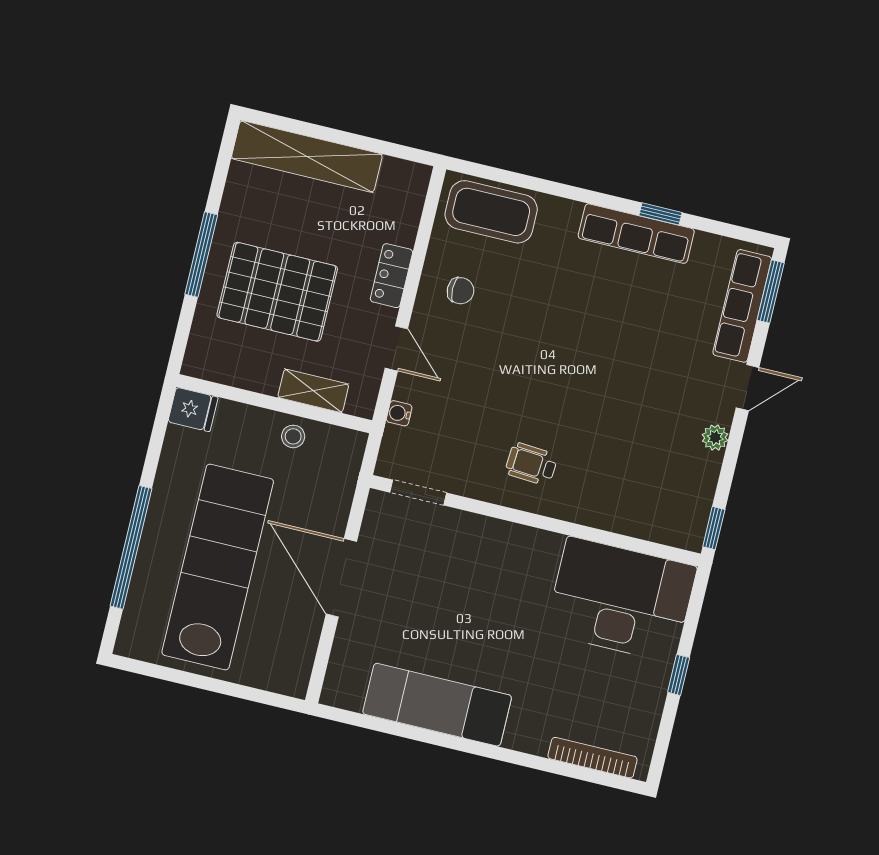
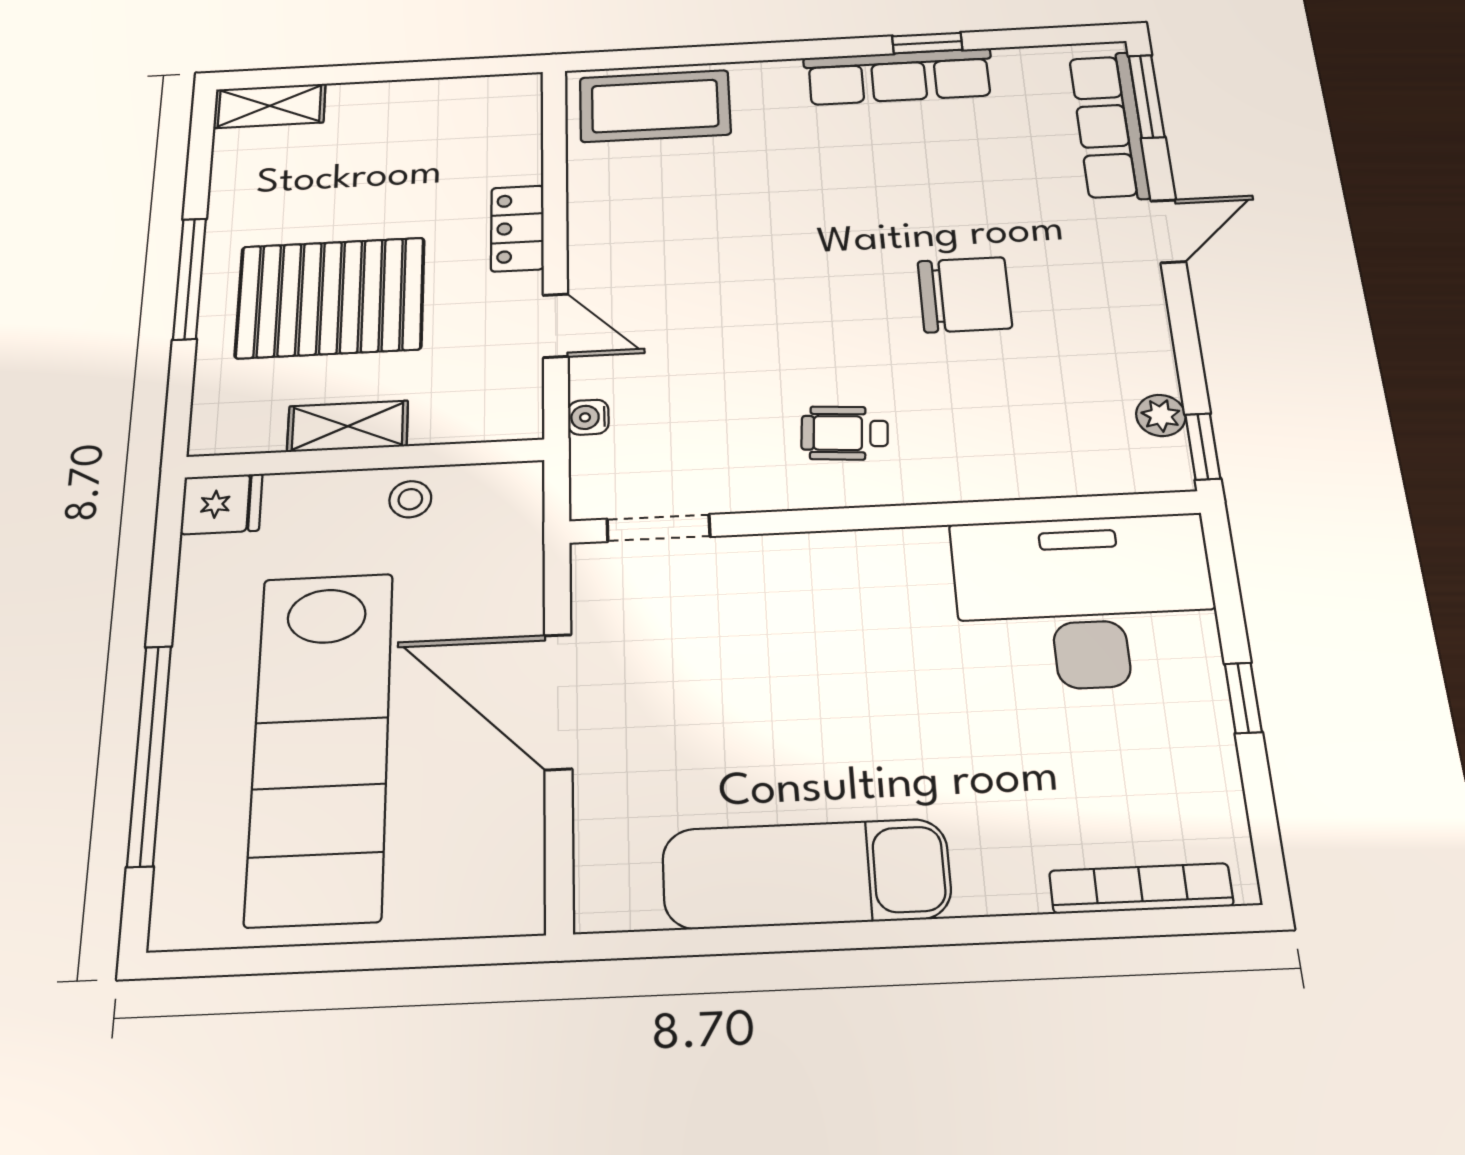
shelving: (307, 156) -> (270, 106), width x0.45, depth x0.75
chair: (461, 291) -> (965, 295), moved, width x1.87, depth x1.87
shelving: (313, 391) -> (348, 426), moved
plant: (715, 438) -> (1161, 415), moved
lab bench: (218, 567) -> (321, 744), turned 180

